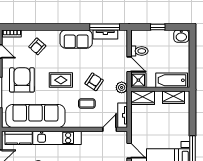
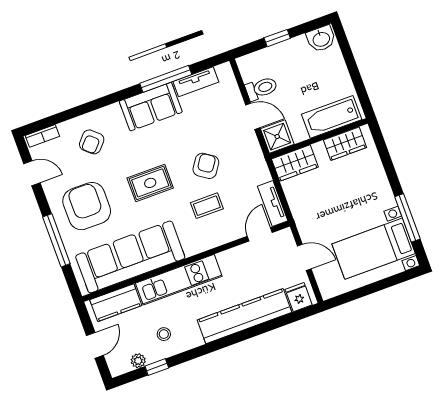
window: (105, 27) -> (166, 79), moved
plant: (122, 87) -> (254, 159), removed

